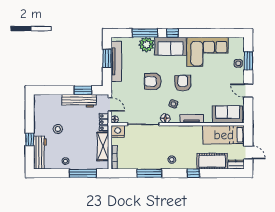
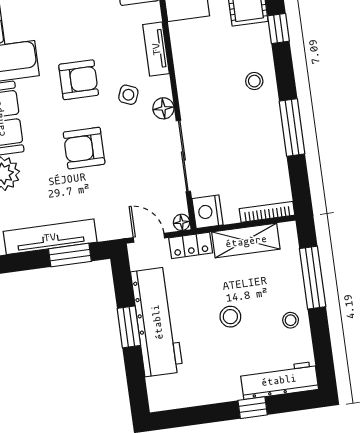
window: (107, 58) -> (70, 255), moved
armchair: (153, 81) -> (84, 148), turned 90
armchair: (183, 83) -> (79, 80), turned 180
window: (83, 90) -> (129, 327), moved
workbench: (79, 101) -> (157, 322), width x1.36, depth x1.32
door: (110, 104) -> (149, 238), hinge flipped
stool: (58, 129) -> (230, 317), moved

